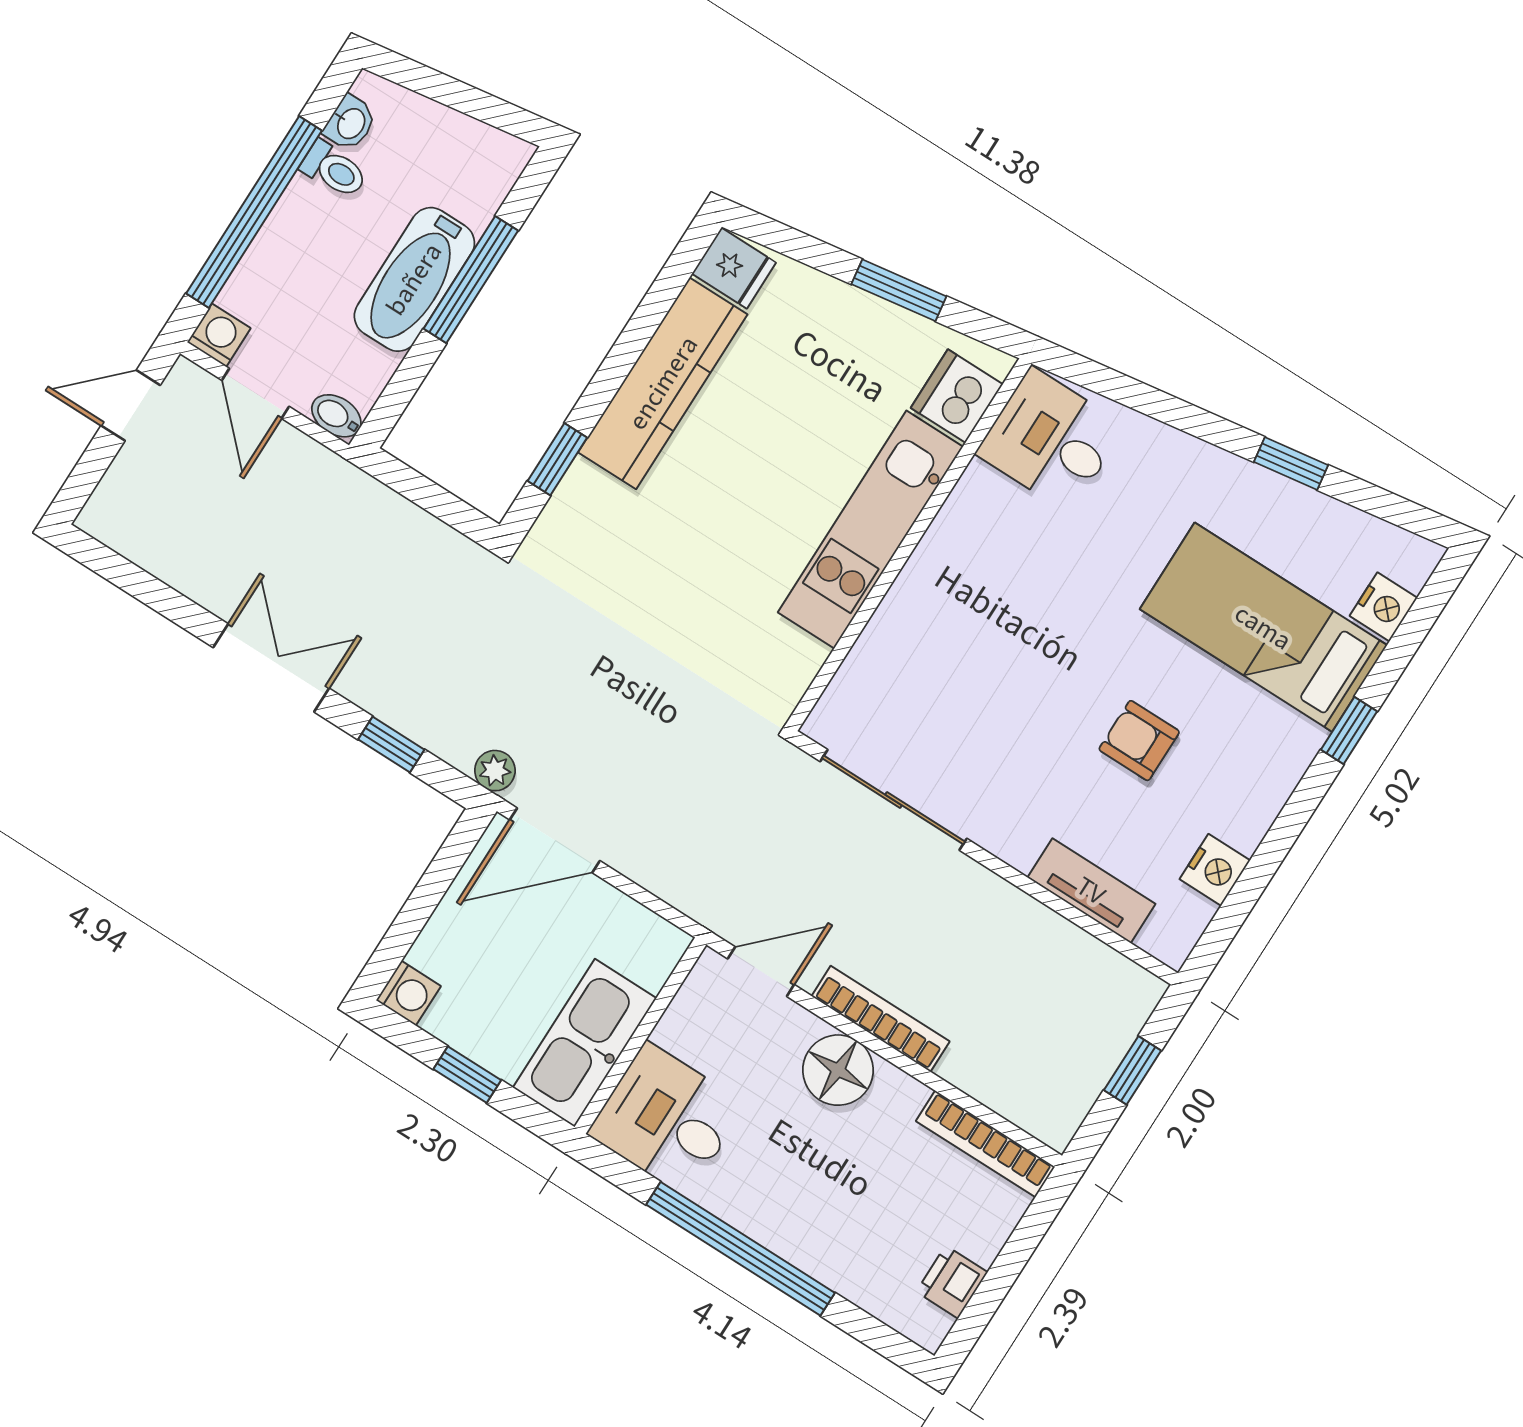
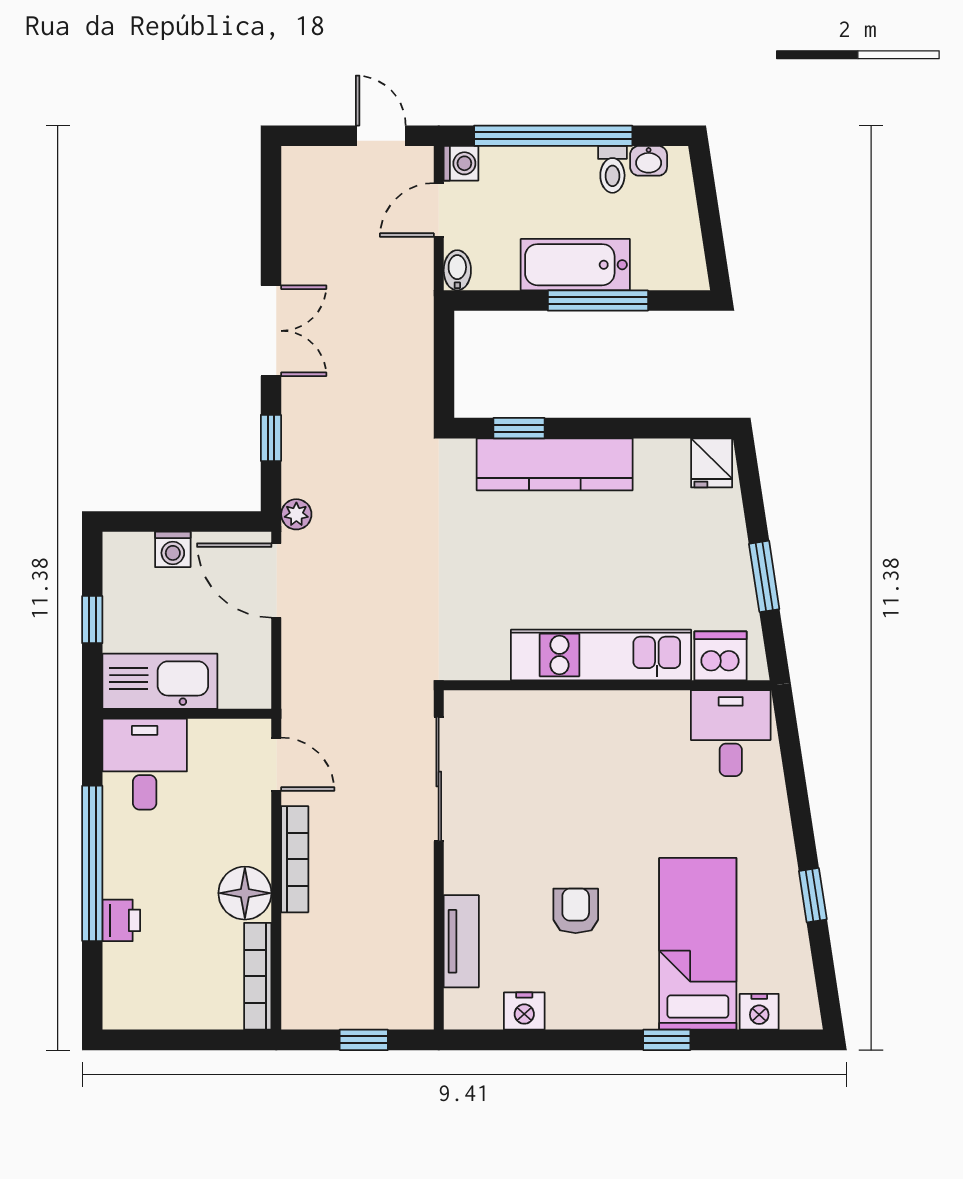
kitchen counter: (663, 383) -> (555, 464), moved
washing machine: (409, 993) -> (173, 549), moved
floor lamp: (838, 1070) -> (245, 893), moved
printer: (952, 1282) -> (121, 920), moved, turned 90

